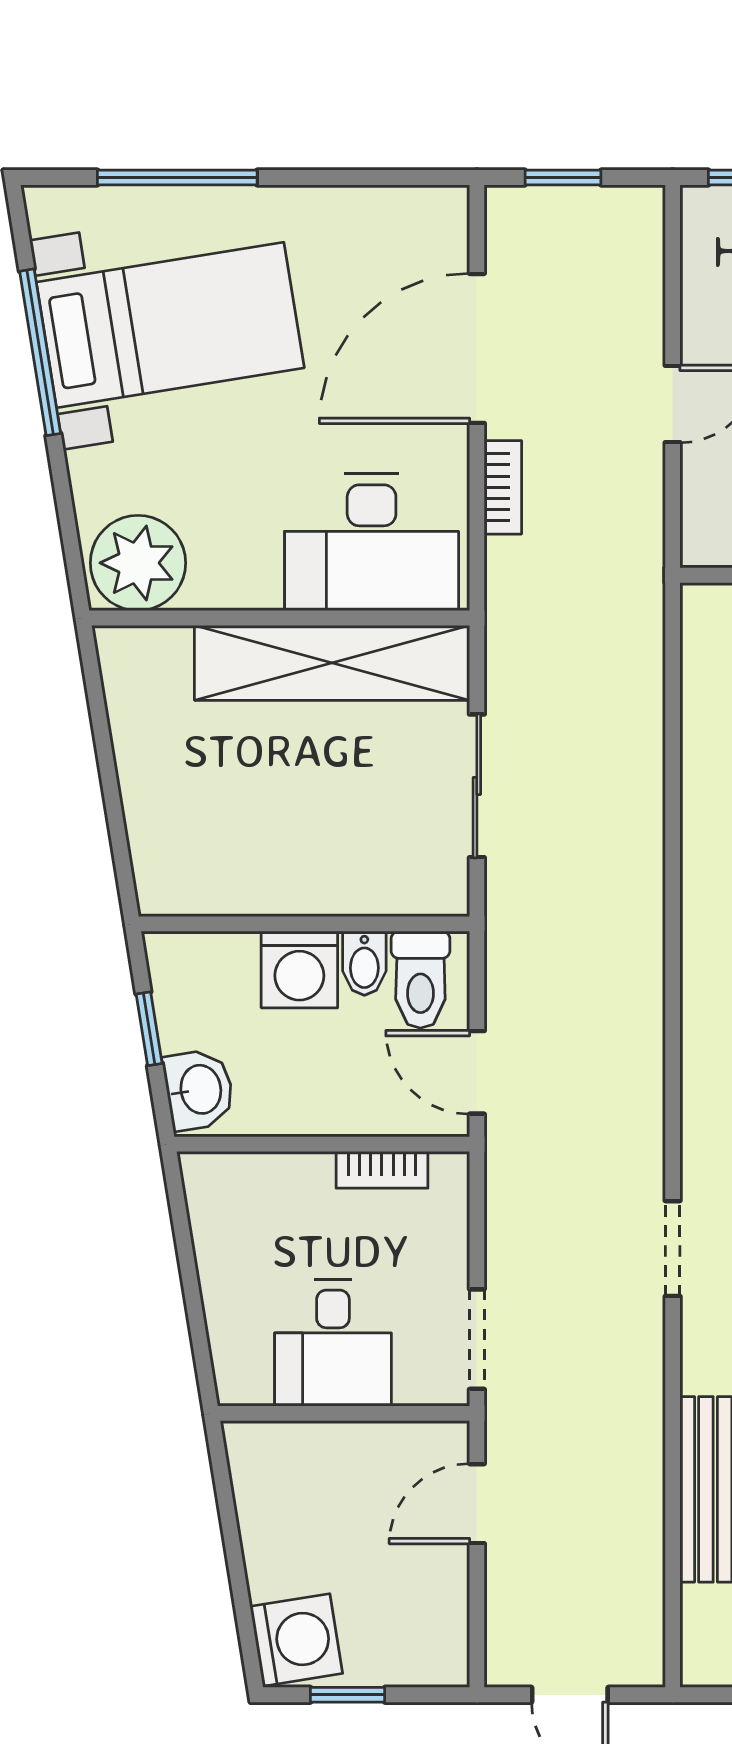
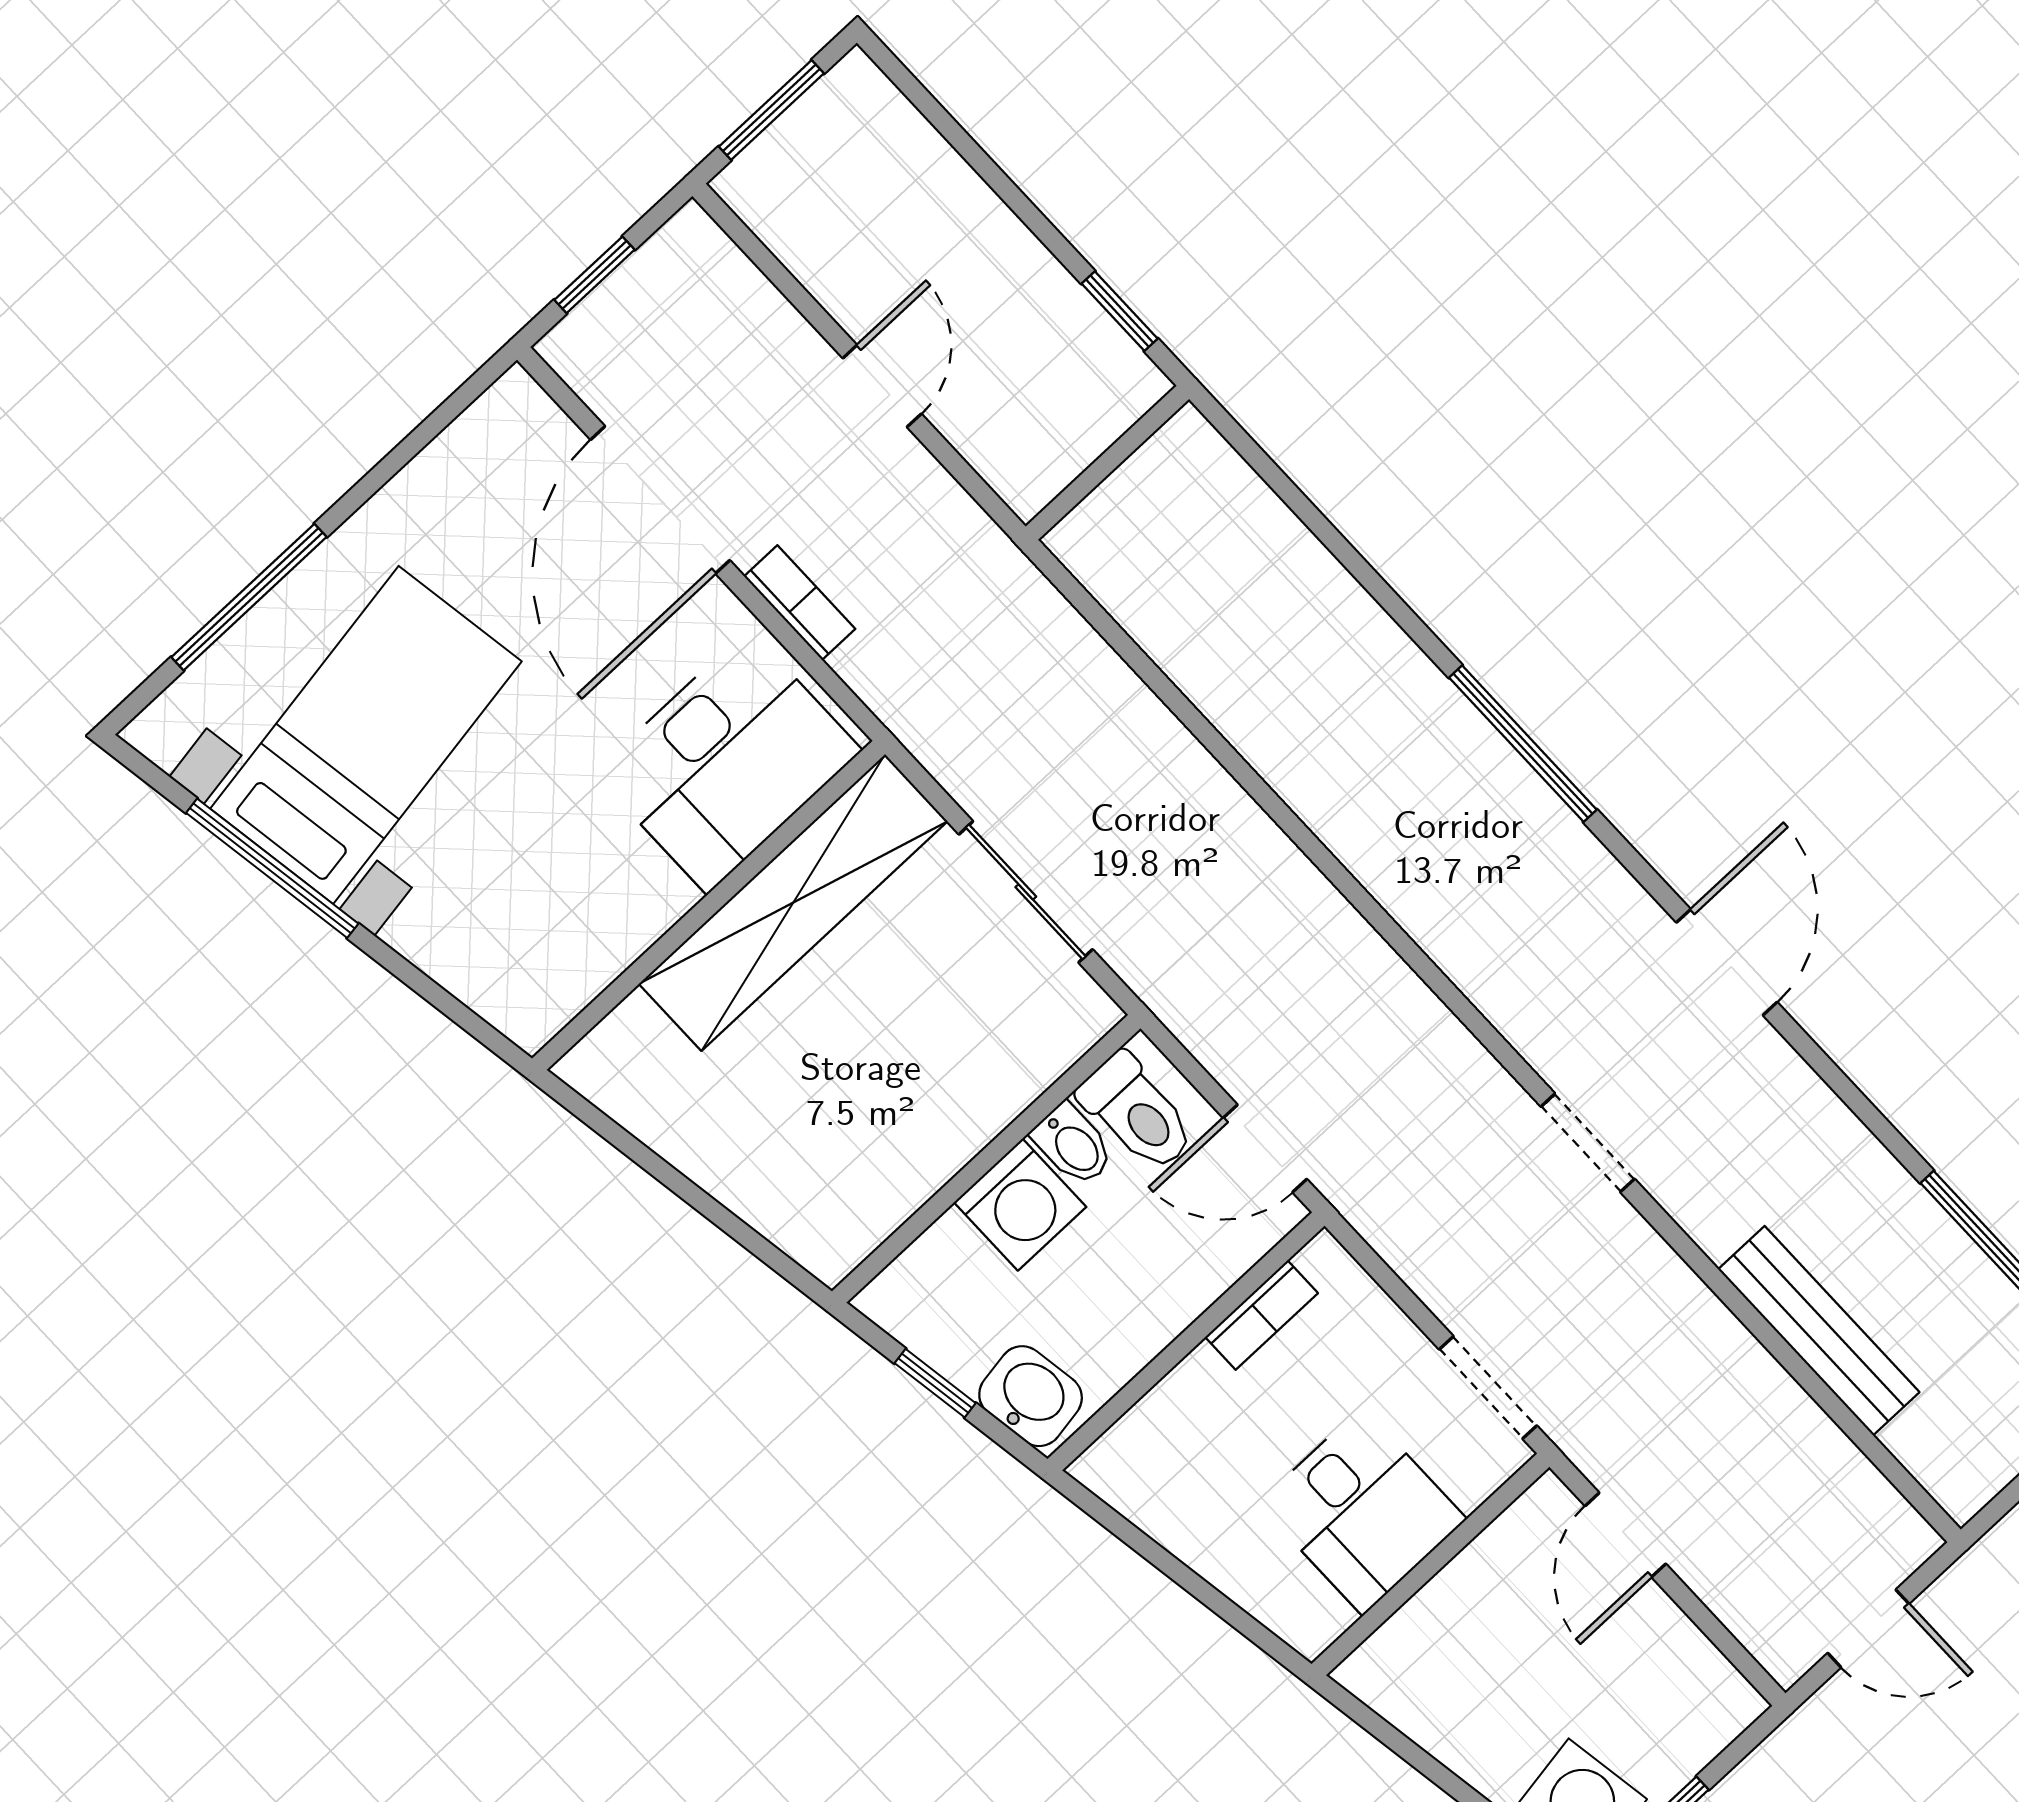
plant: (138, 563) -> (536, 975), removed

